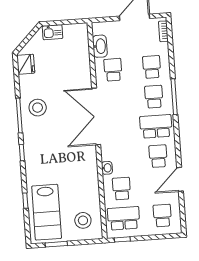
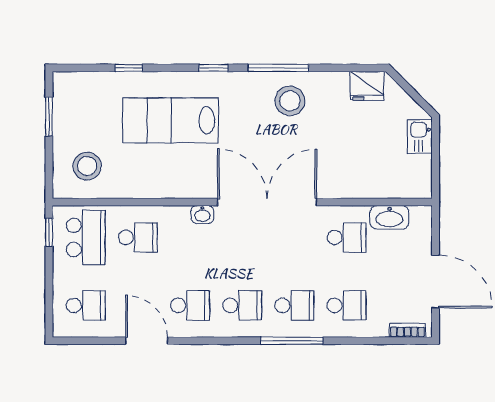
school desk: (156, 126) -> (242, 305), width x0.54
washbasin: (107, 168) -> (202, 214), moved
lab bench: (47, 212) -> (171, 120), moved

